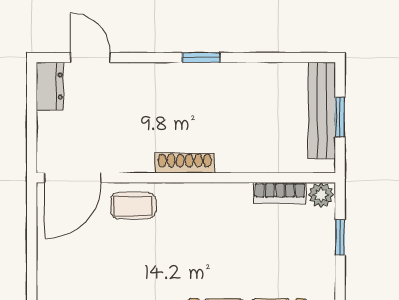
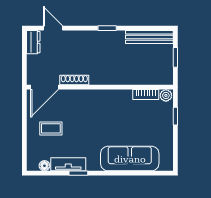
bench: (322, 110) -> (149, 37), moved, turned 90
shoe rack: (185, 163) -> (74, 80), moved
coffee table: (133, 206) -> (51, 128), moved

